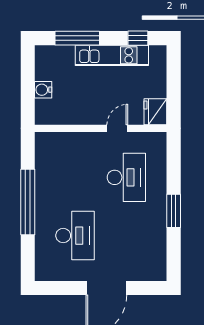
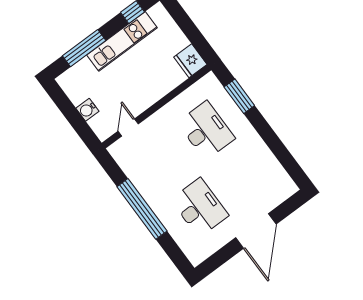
door: (117, 128) -> (128, 127), moved
window: (174, 211) -> (239, 96), moved

